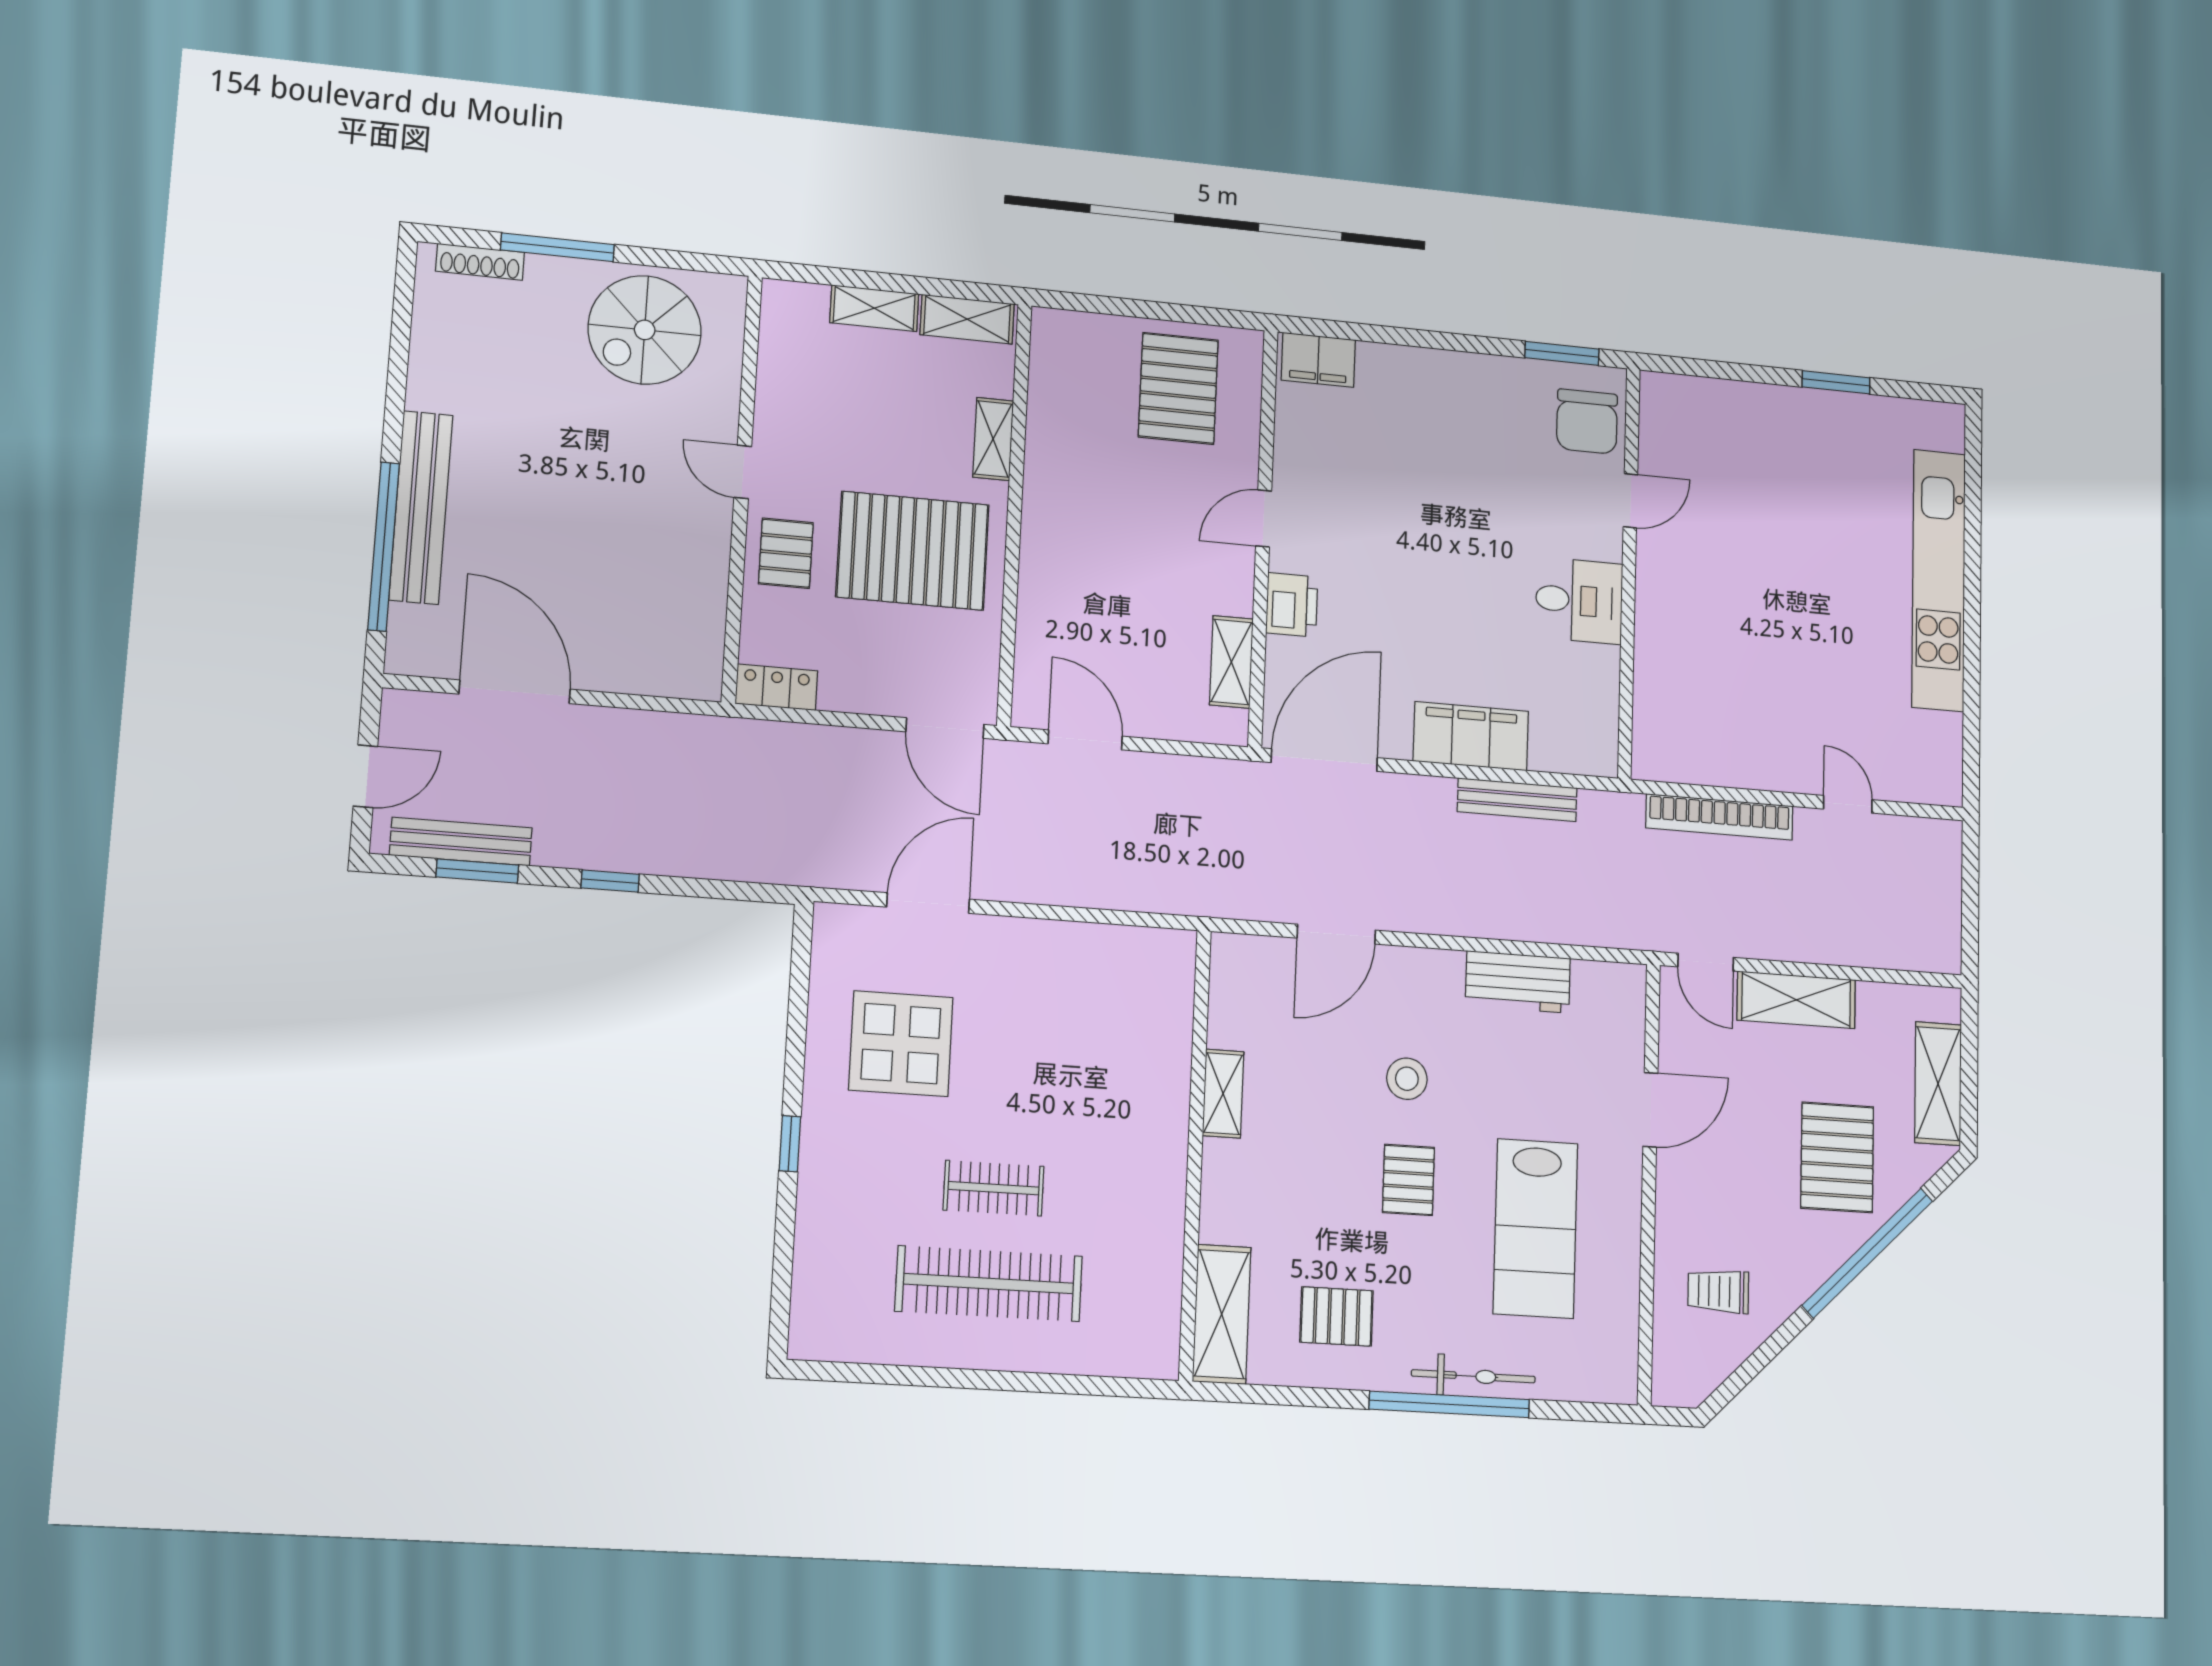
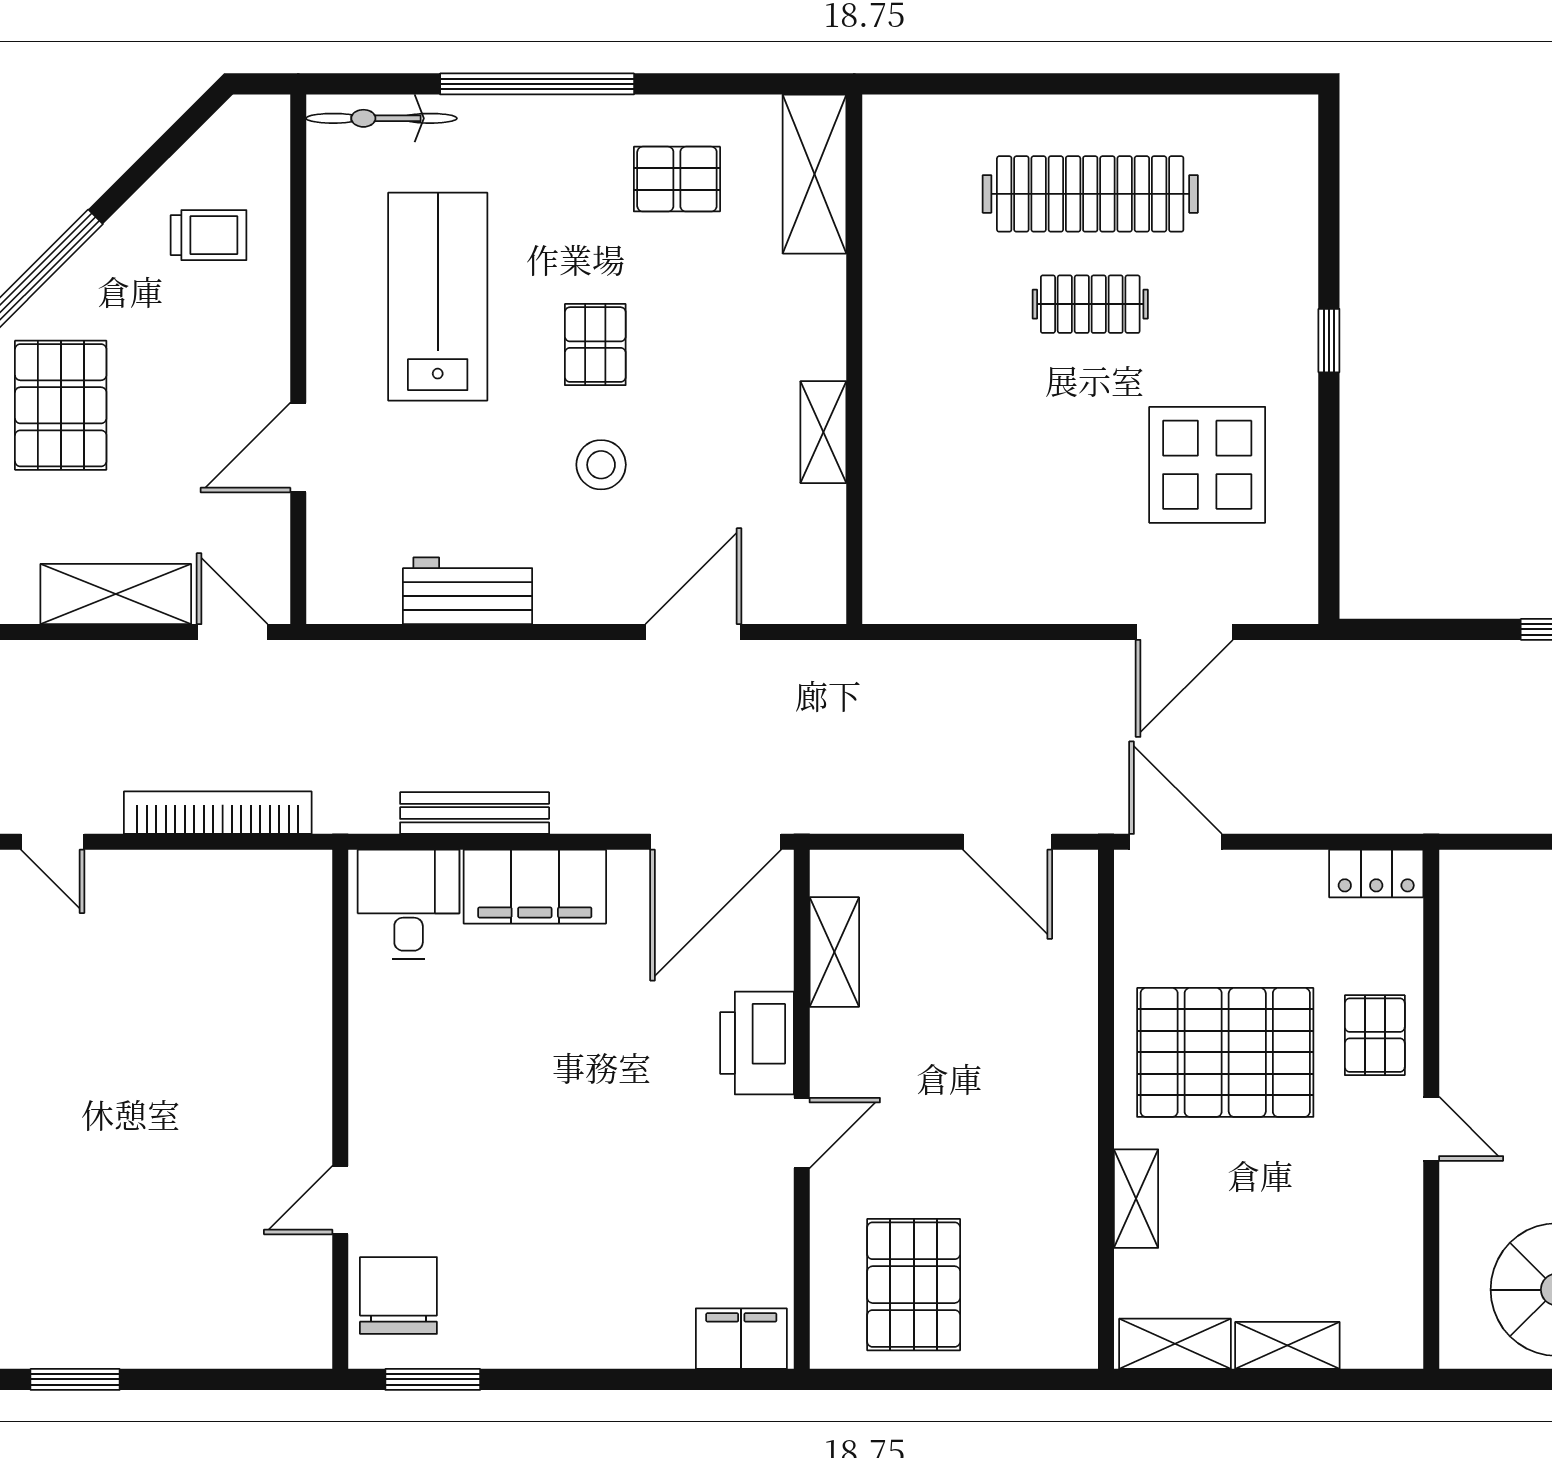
desk: (1579, 601) -> (409, 905), moved, turned 90
printer: (1292, 605) -> (757, 1043), width x1.37, depth x1.19
bicycle: (1473, 1376) -> (382, 118), moved

